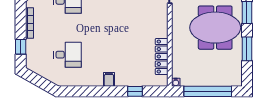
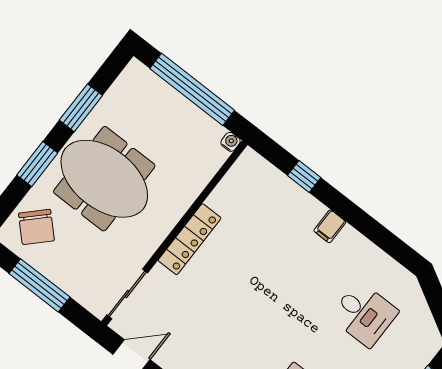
desk: (67, 55) -> (364, 314), turned 180
locker: (162, 57) -> (190, 239), moved

